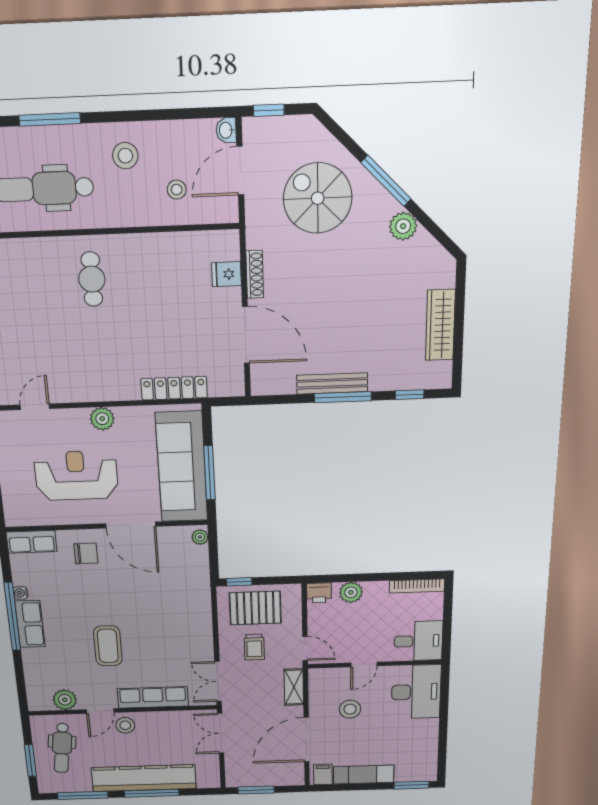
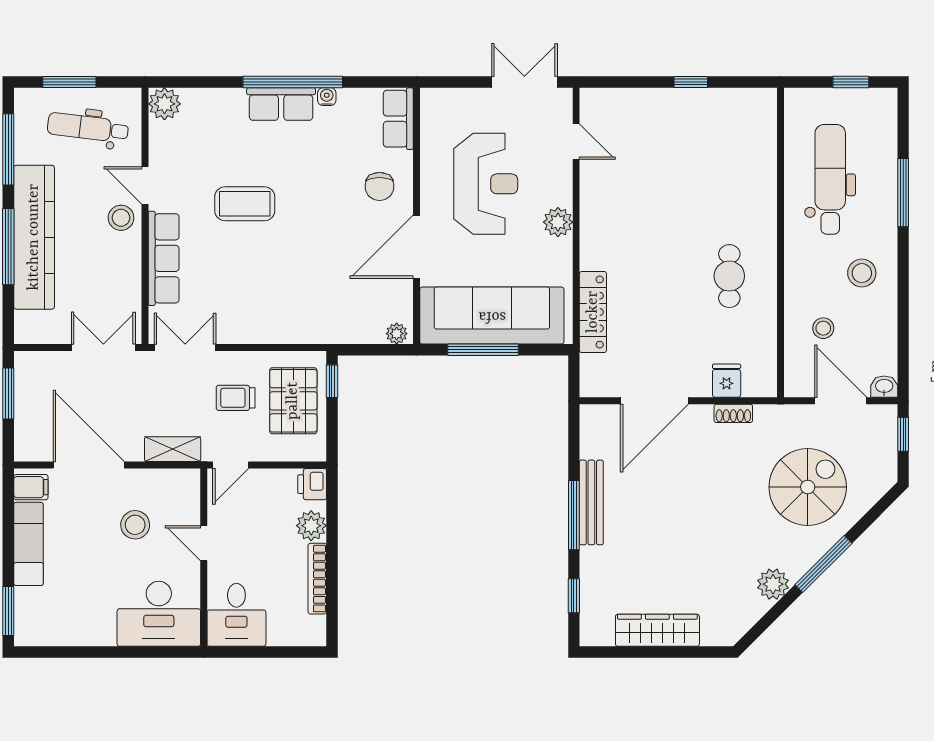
shoe rack: (255, 274) -> (733, 413), width x0.70
cafe table: (92, 279) -> (729, 276), moved, turned 90
bookcase: (417, 586) -> (317, 579), moved
plant: (65, 700) -> (164, 104), moved

